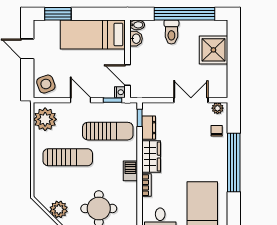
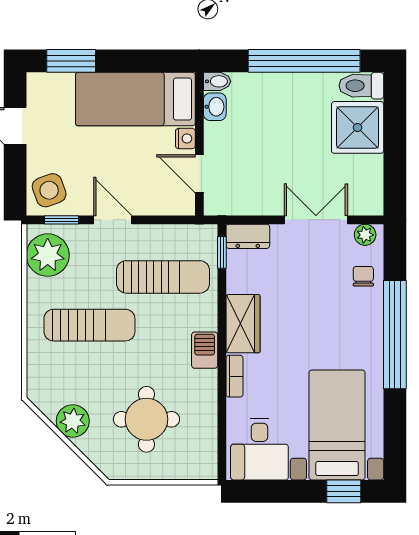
toilet: (171, 32) -> (361, 86), moved, turned 90
nightstand: (120, 92) -> (185, 138), moved
window: (112, 100) -> (62, 220), moved
dresser: (149, 128) -> (248, 236), moved, turned 90

